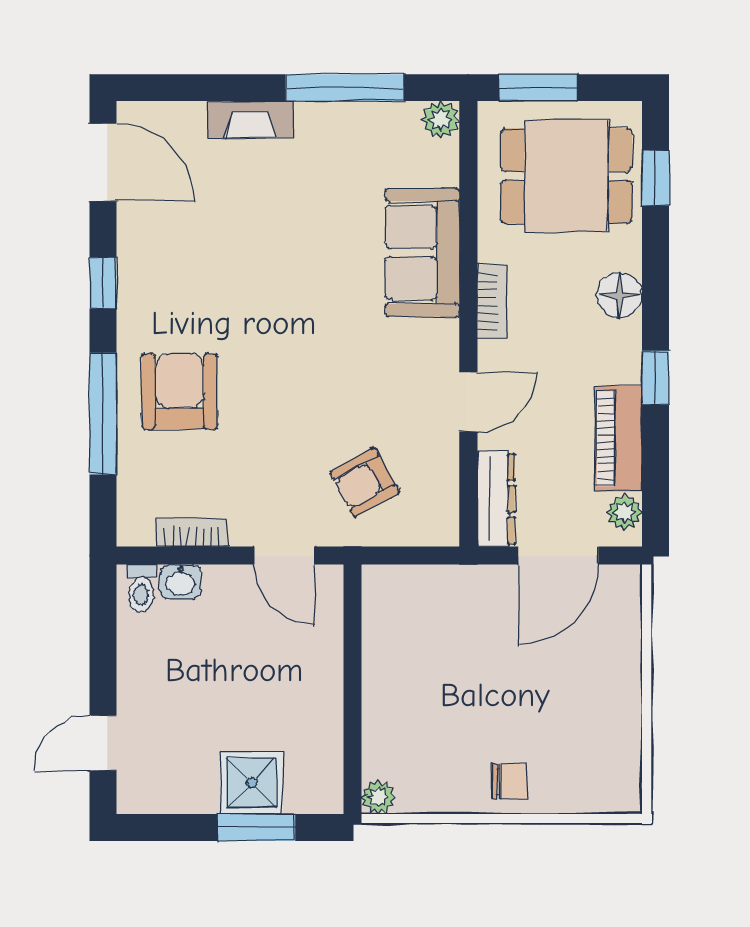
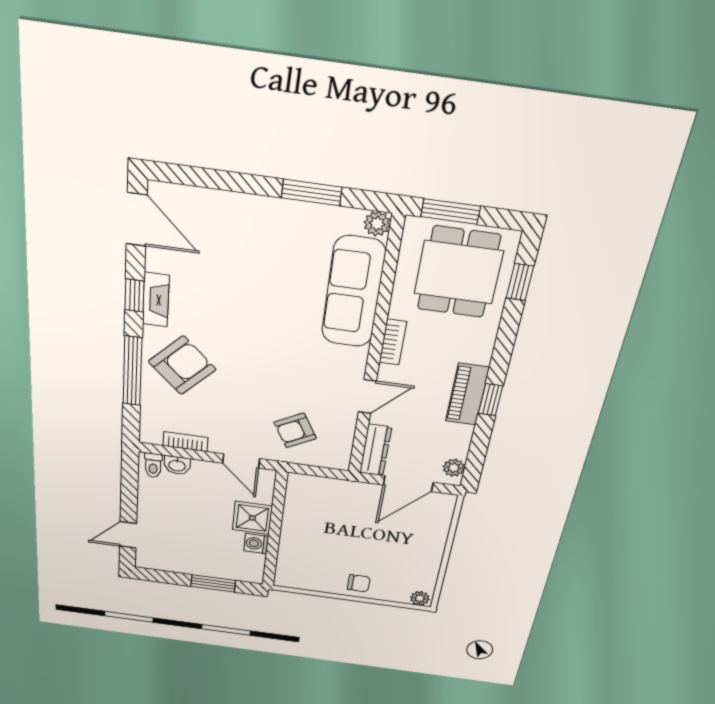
window: (345, 88) -> (312, 193), width x0.69
fireplace: (250, 119) -> (156, 300), moved, turned -90
dining table: (567, 176) -> (458, 272), turned 90
sofa: (422, 252) -> (353, 292), width x1.36
floor lamp: (620, 295) -> (478, 350), removed
armchair: (180, 391) -> (182, 365), turned 44
piano: (619, 439) -> (467, 394), moved
washing machine: (324, 724) -> (256, 544), added
shower: (252, 783) -> (252, 518), moved
plant: (378, 797) -> (420, 598), moved

